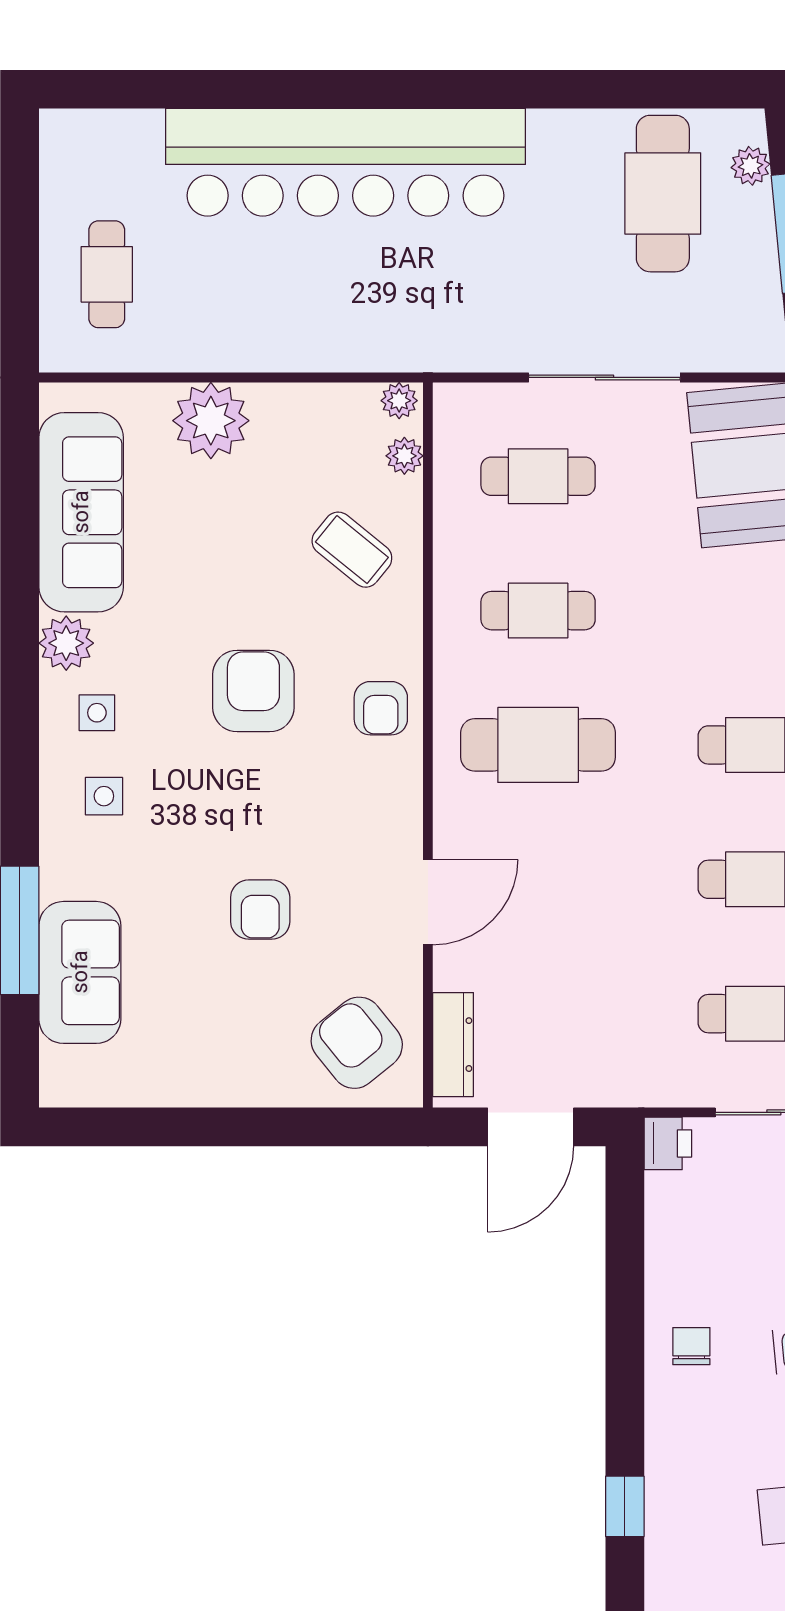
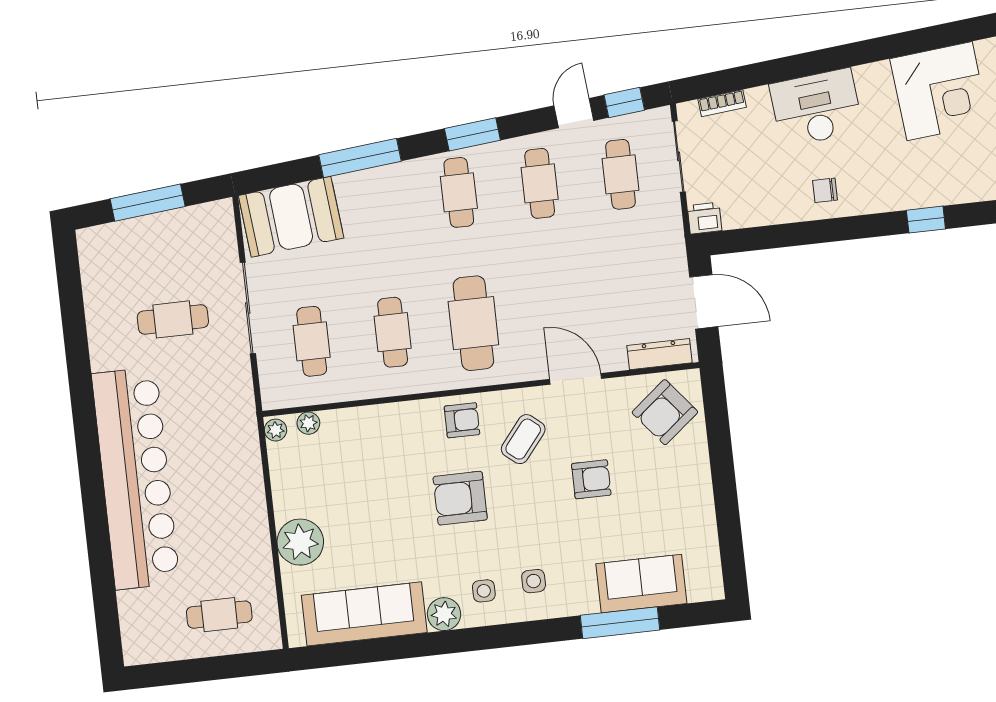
plant: (750, 166) -> (111, 234), removed
cafe table: (663, 194) -> (173, 319), moved, width x0.73, depth x0.74
coffee table: (352, 550) -> (523, 439), moved

